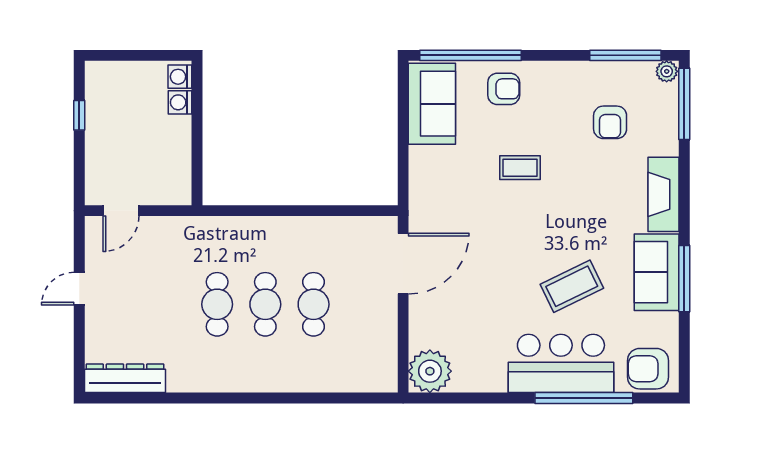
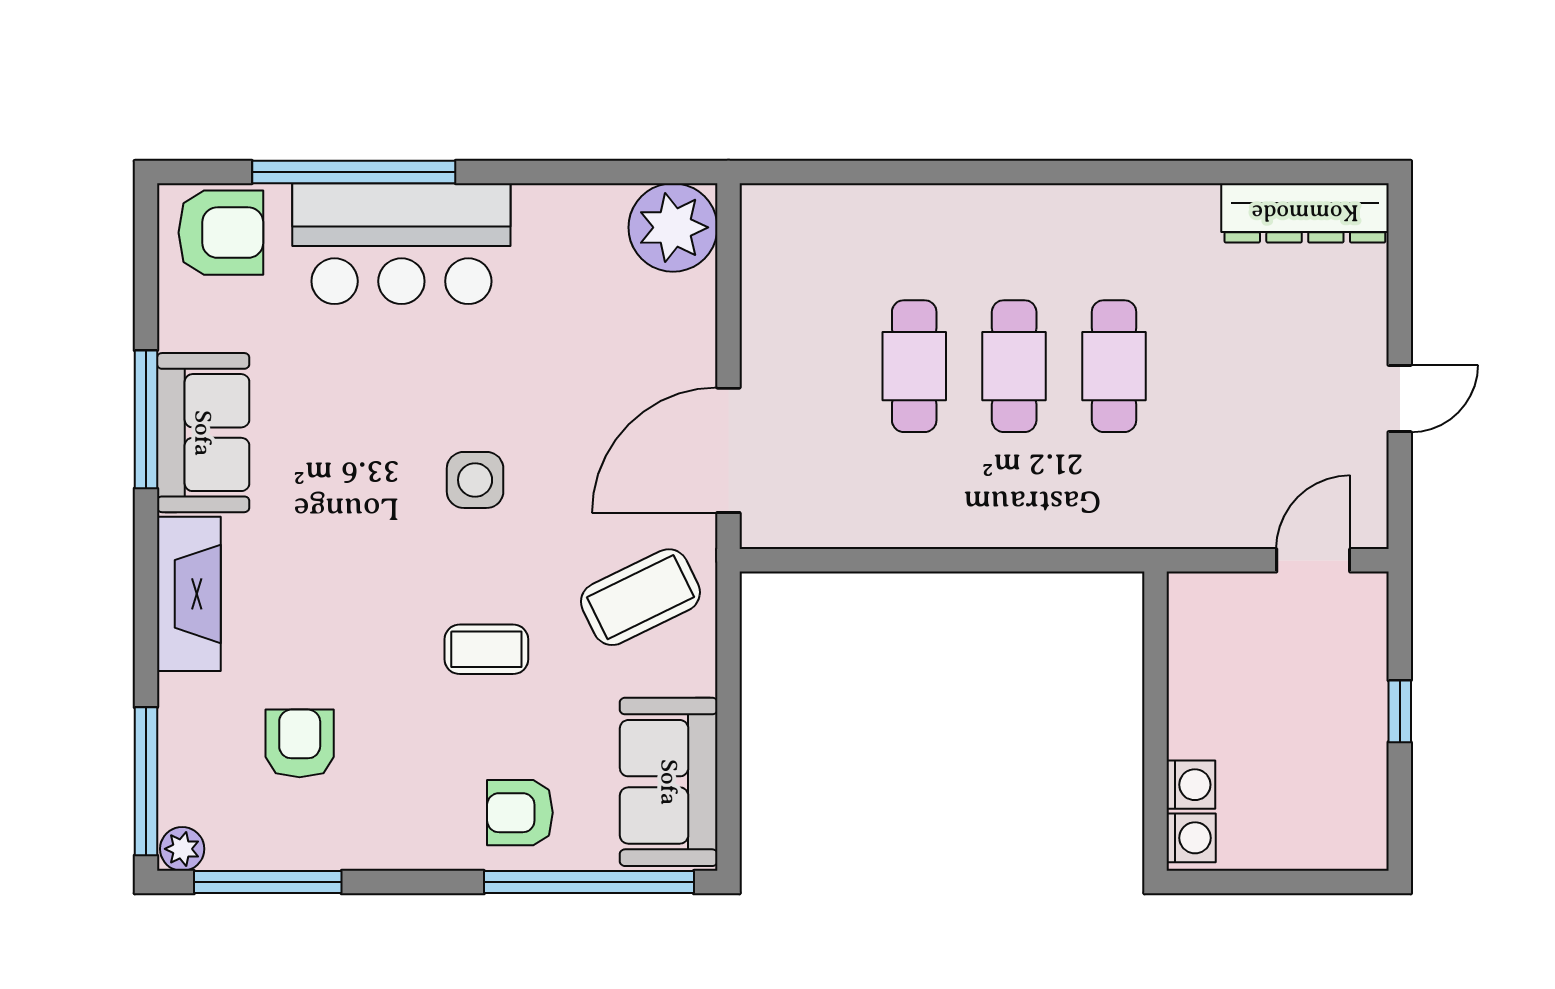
window: (79, 115) -> (1400, 711), moved
side table: (525, 249) -> (475, 480), added
coffee table: (572, 286) -> (640, 597), moved

